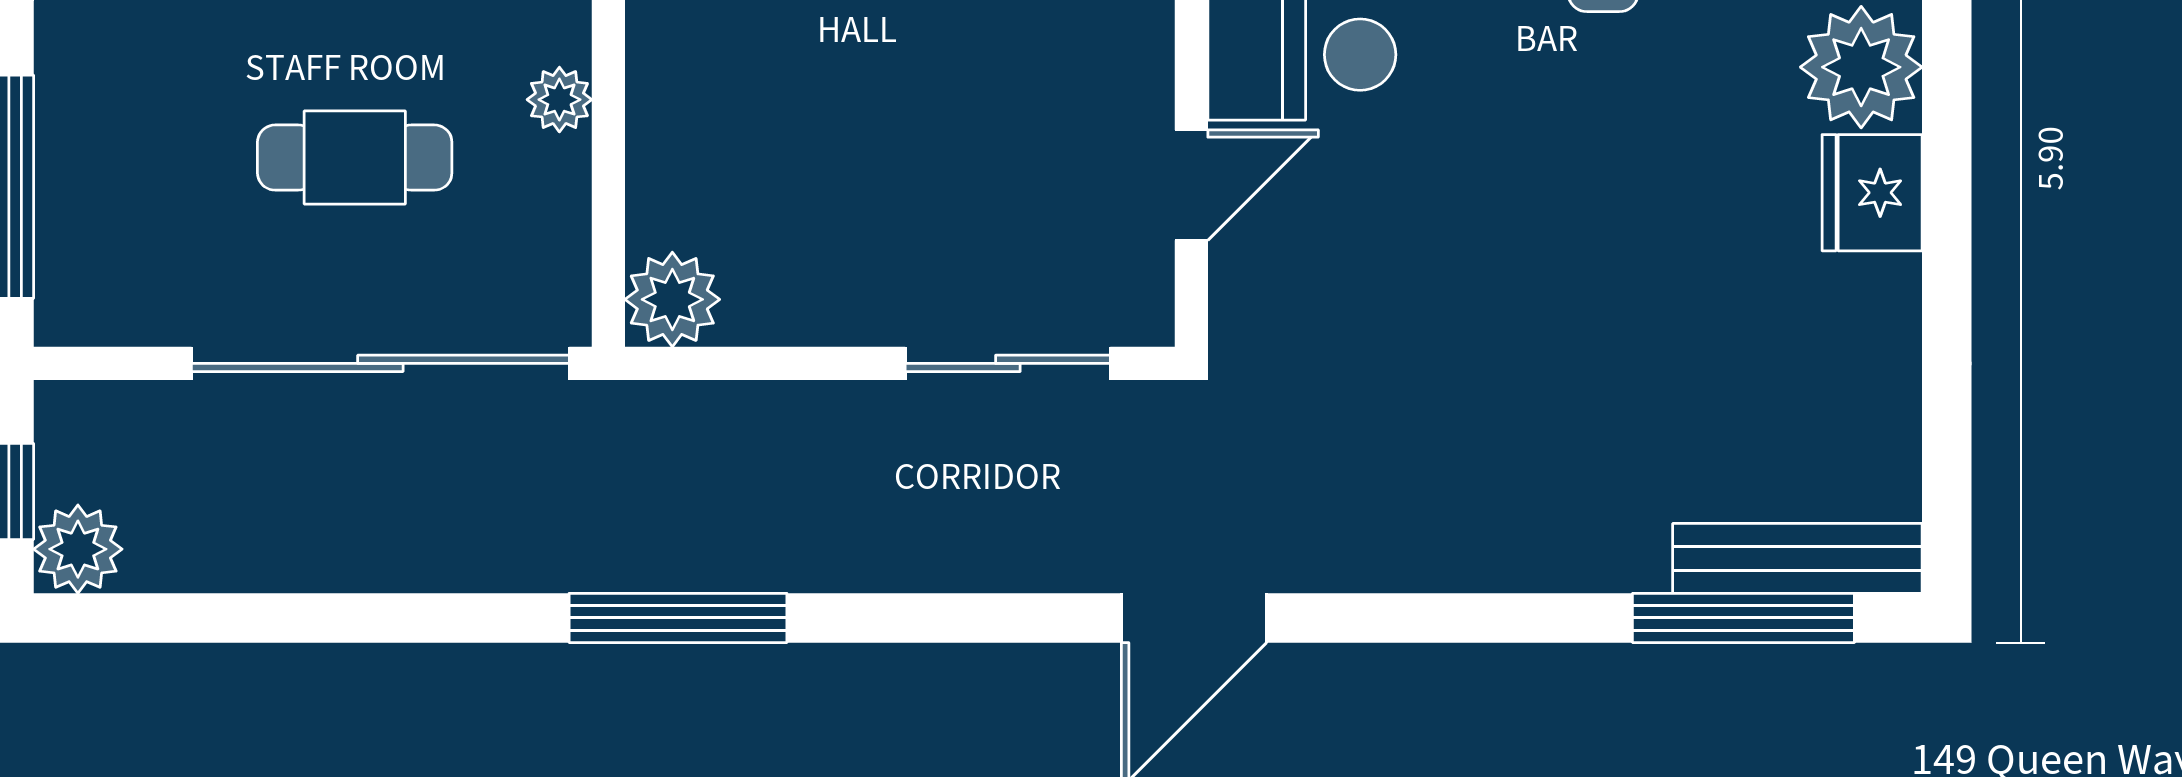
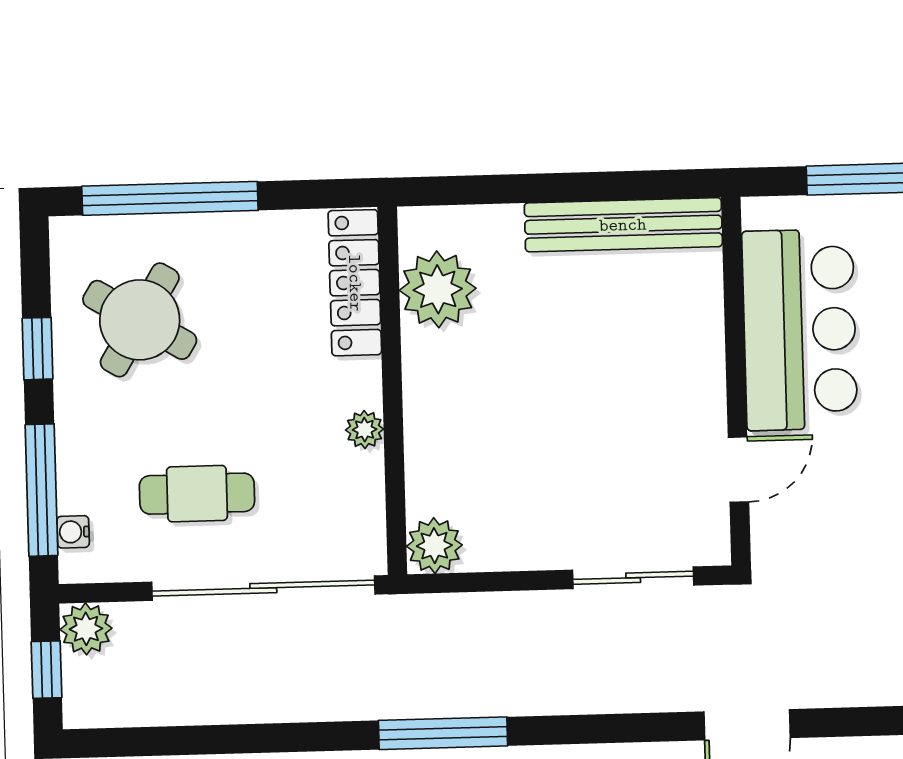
cafe table: (355, 158) -> (197, 494), moved
water cooler: (61, 259) -> (73, 532), added
plant: (78, 549) -> (86, 629), moved

